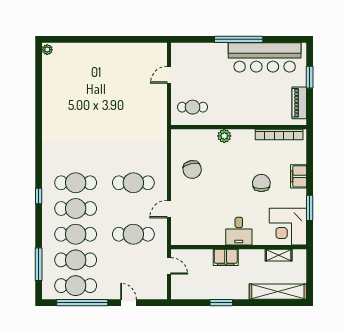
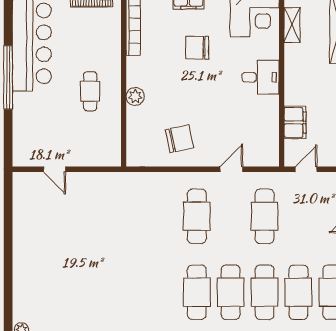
cafe table: (193, 107) -> (90, 91), moved
door: (169, 209) -> (231, 169), swing flipped
filing cabinet: (226, 257) -> (295, 122), moved

